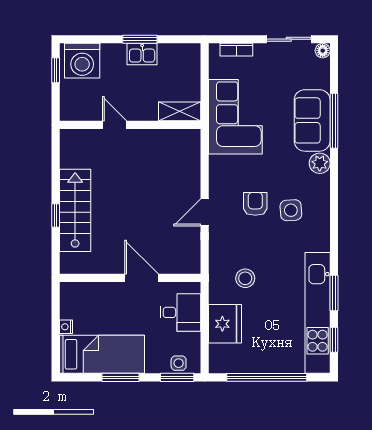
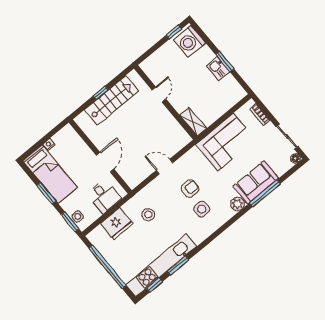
shelving: (180, 111) -> (193, 122), moved
door: (115, 125) -> (159, 95), moved
wall: (130, 125) -> (165, 102), moved

